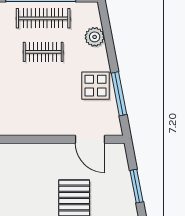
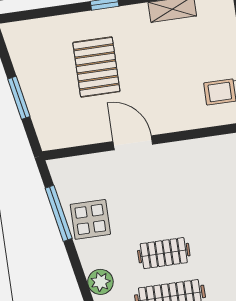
door: (90, 139) -> (133, 143), moved

